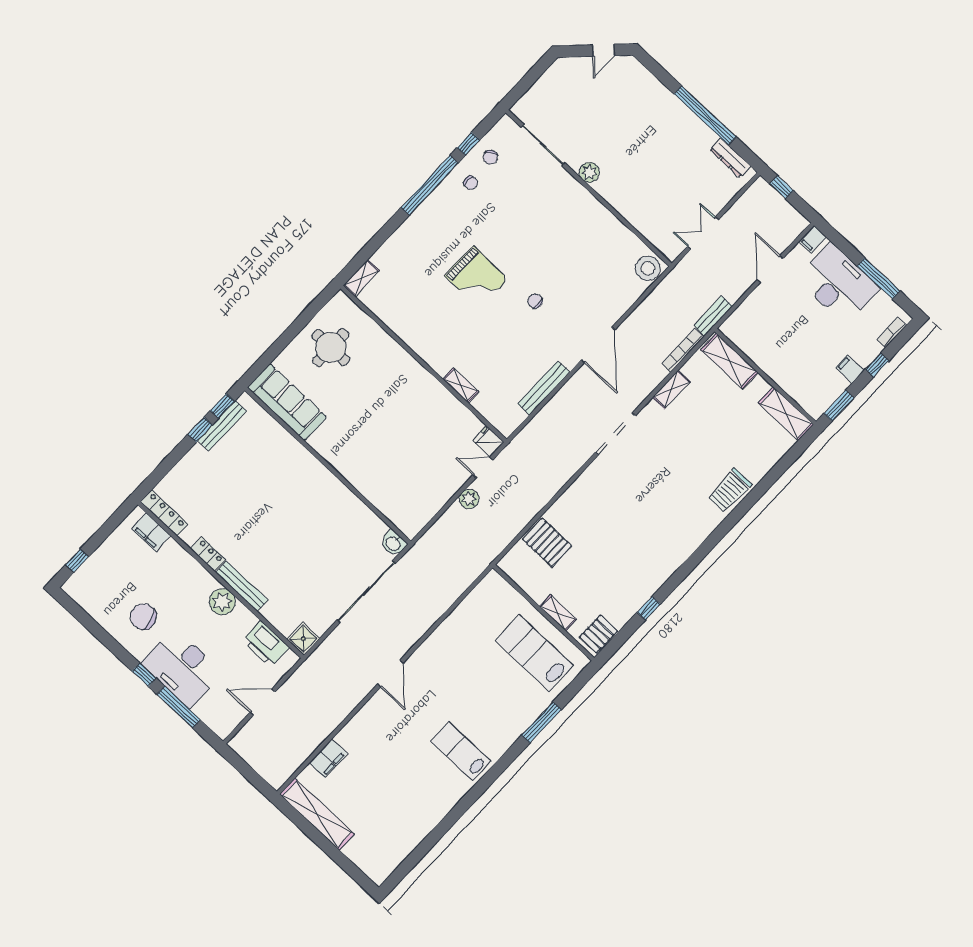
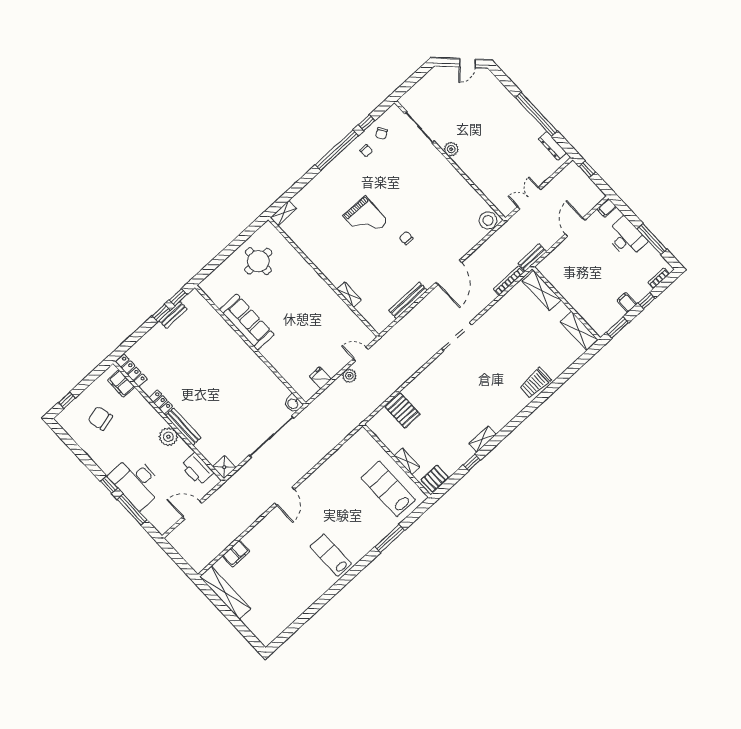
desk: (838, 283) -> (626, 238), width x0.73, depth x0.77
shelving: (671, 389) -> (483, 439), moved
sofa: (287, 402) -> (247, 322), moved
bench: (222, 426) -> (173, 315), width x0.73
fridge: (488, 441) -> (320, 378), moved
chair: (143, 617) -> (100, 418), moved

